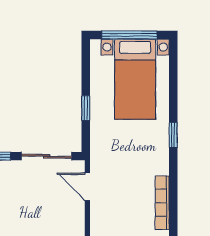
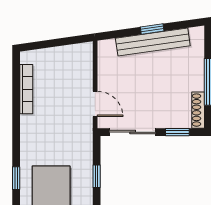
window: (173, 135) -> (16, 178), moved

